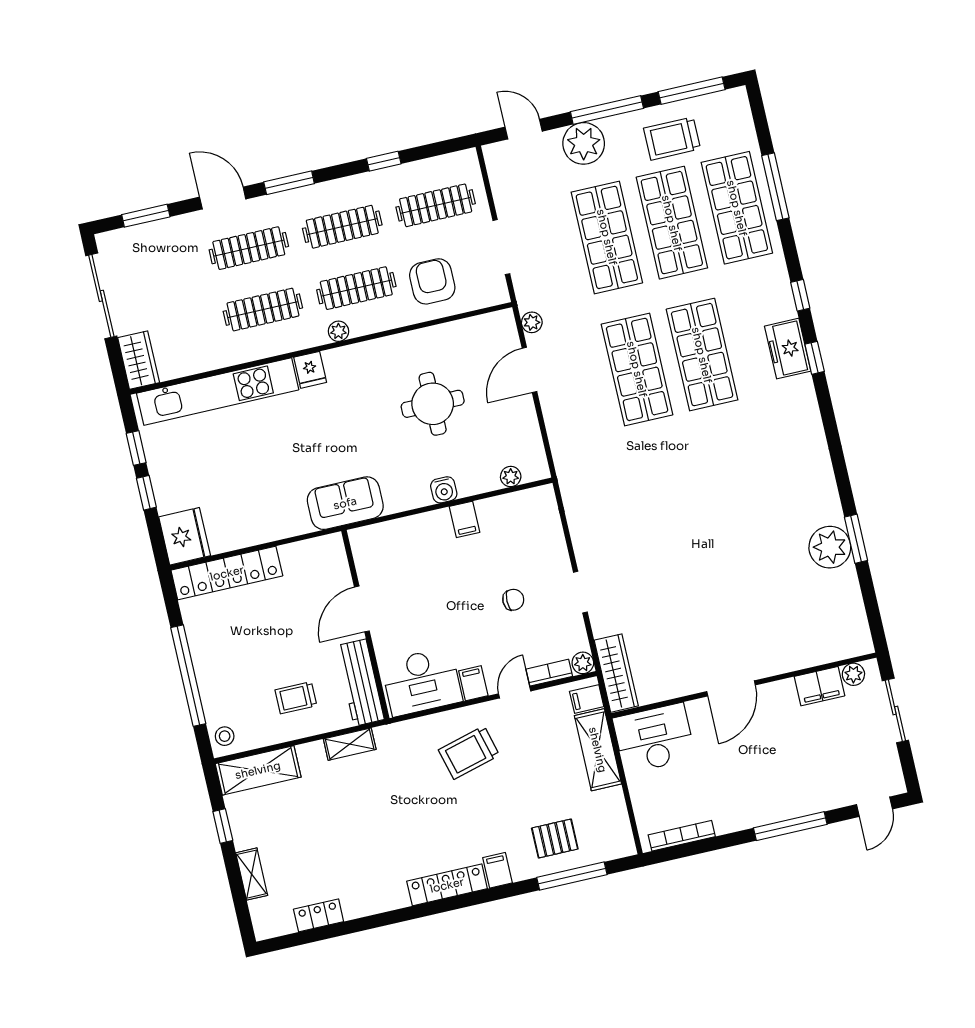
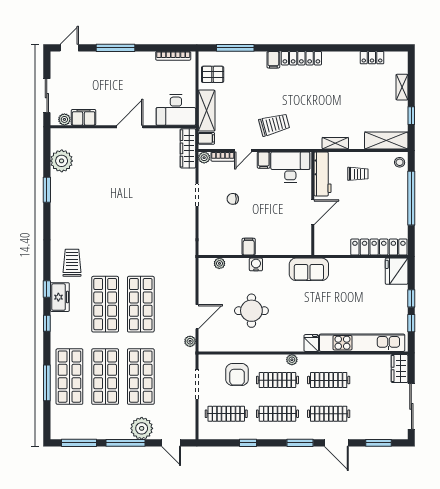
trolley: (672, 139) -> (72, 263), moved, turned -90
plant: (830, 547) -> (62, 161), moved
pallet: (555, 839) -> (213, 74), moved

